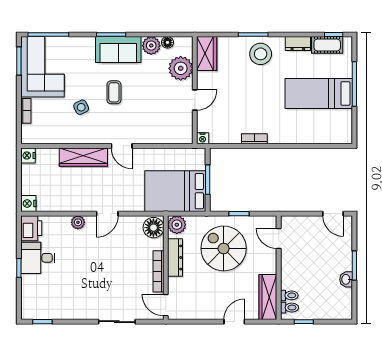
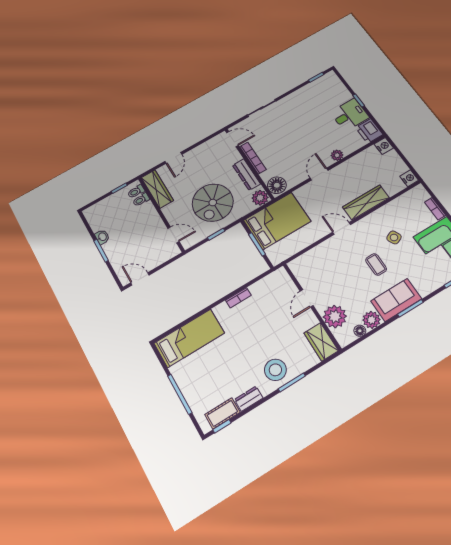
bed: (319, 94) -> (189, 338), moved
nightstand: (203, 138) -> (281, 273), removed
spiral stairs: (224, 248) -> (213, 203), turned 90

